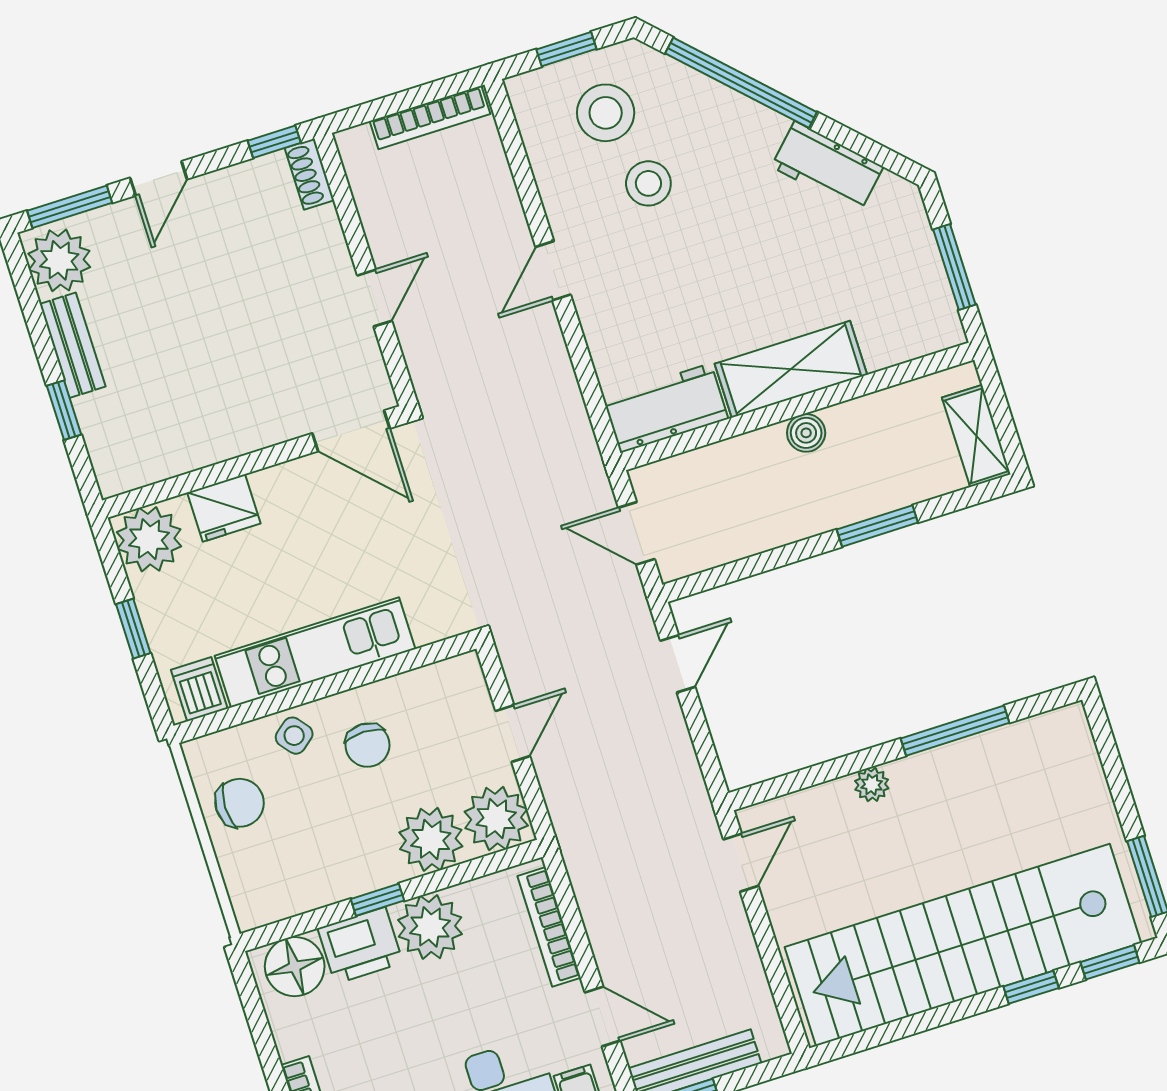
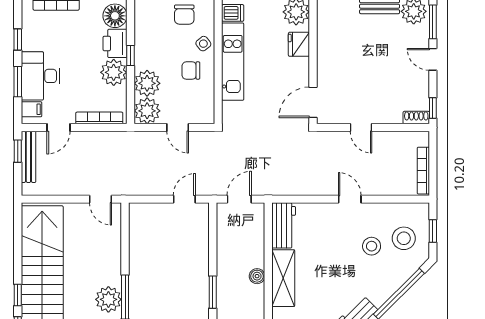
door: (678, 664) -> (184, 199), swing flipped
plant: (872, 785) -> (108, 299), moved, width x1.88, depth x1.88

